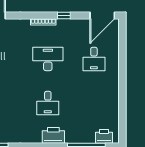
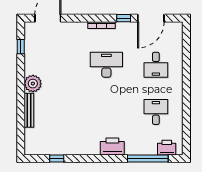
door: (102, 16) -> (151, 18), moved
desk: (48, 103) -> (156, 112), moved, turned 180

